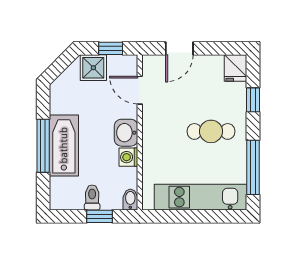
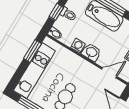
window: (175, 216) -> (32, 51), added

